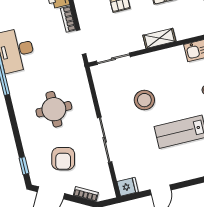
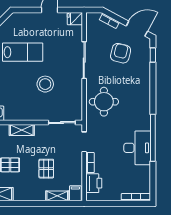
round table: (54, 109) -> (104, 102), moved

